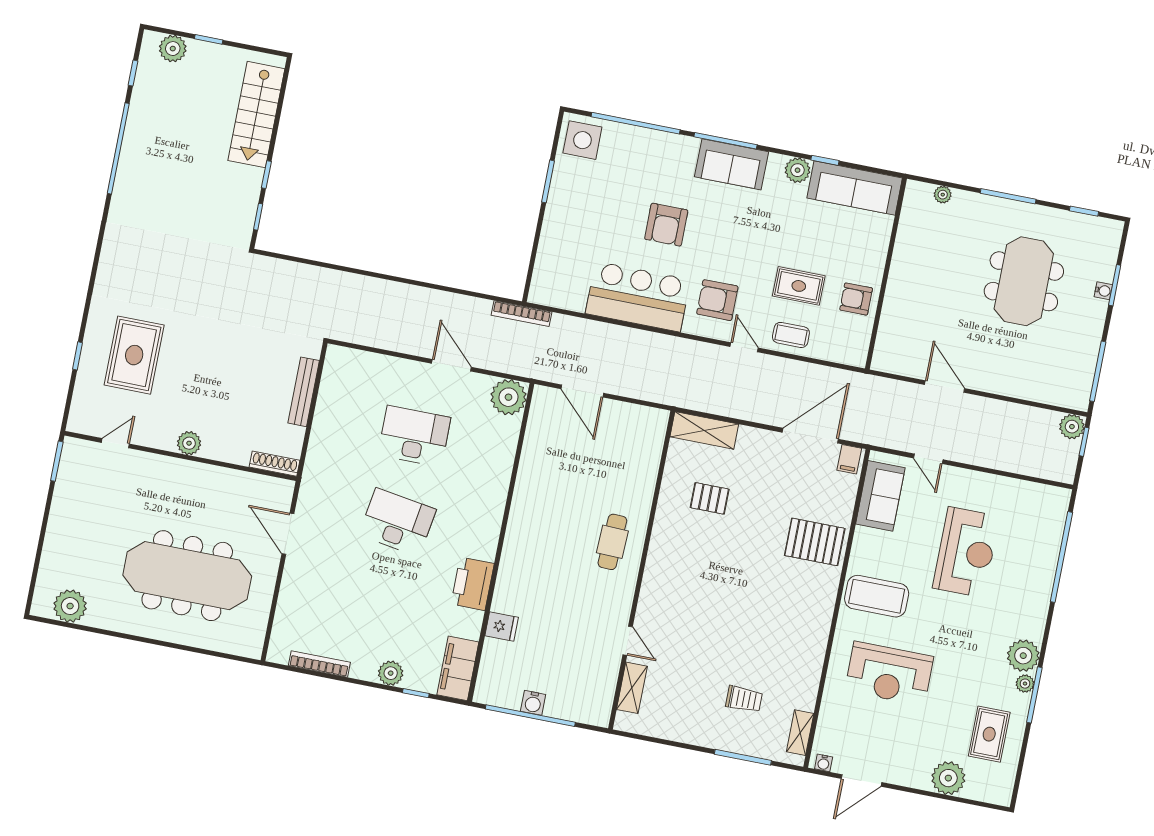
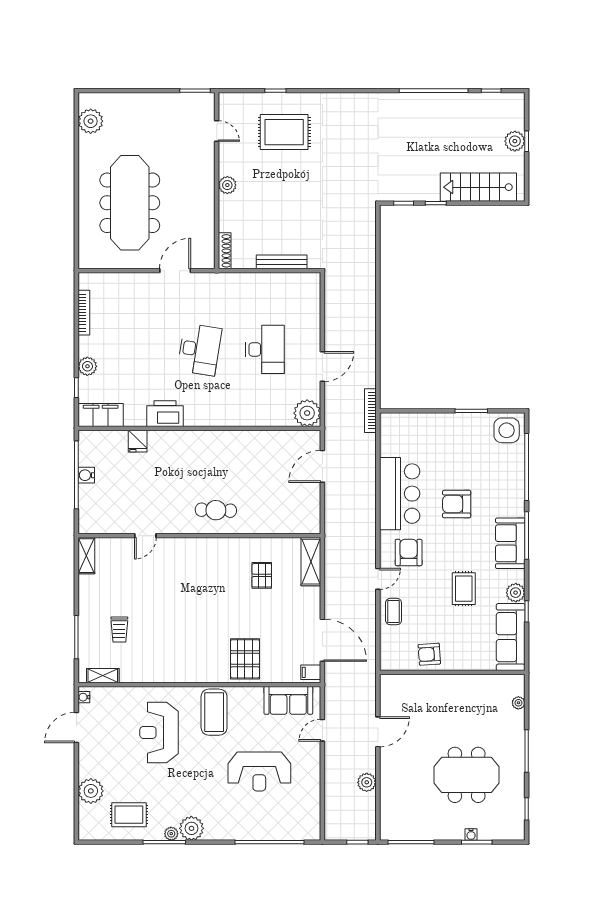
plant: (173, 49) -> (515, 141), moved
rug: (799, 286) -> (464, 589), moved
armchair: (856, 299) -> (429, 654), turned -94
plant: (1072, 427) -> (367, 782), moved
shelving: (632, 688) -> (86, 556), moved, turned 90
door: (862, 781) -> (76, 728), hinge flipped

